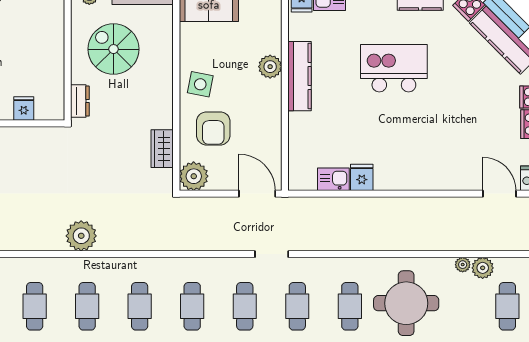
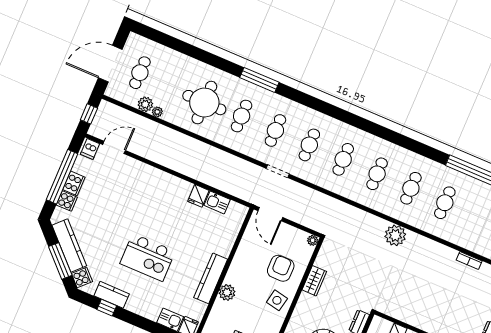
wardrobe: (162, 149) -> (314, 281), moved
plant: (194, 176) -> (313, 240), width x0.53, depth x0.53
door: (499, 194) -> (114, 147), swing flipped

